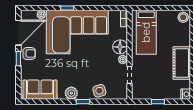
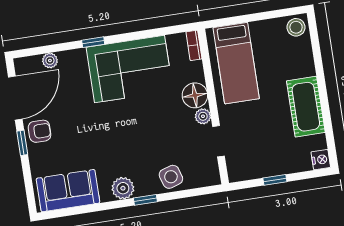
corner sofa: (77, 32) -> (130, 69), width x0.73, depth x0.74

